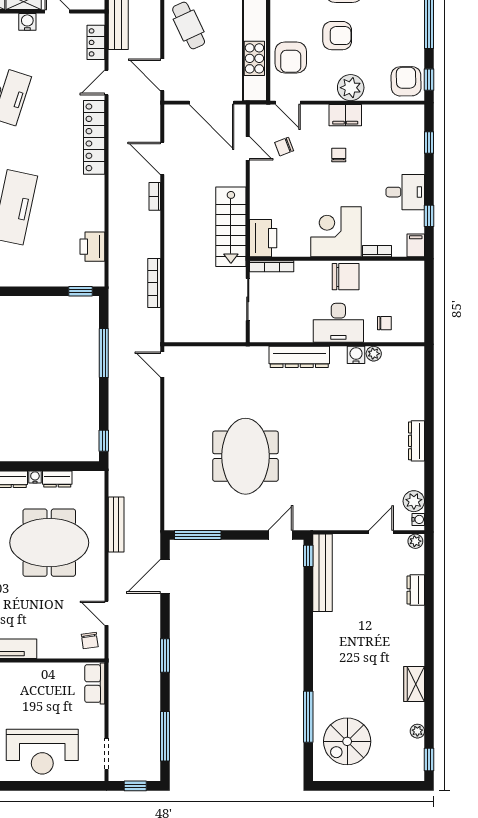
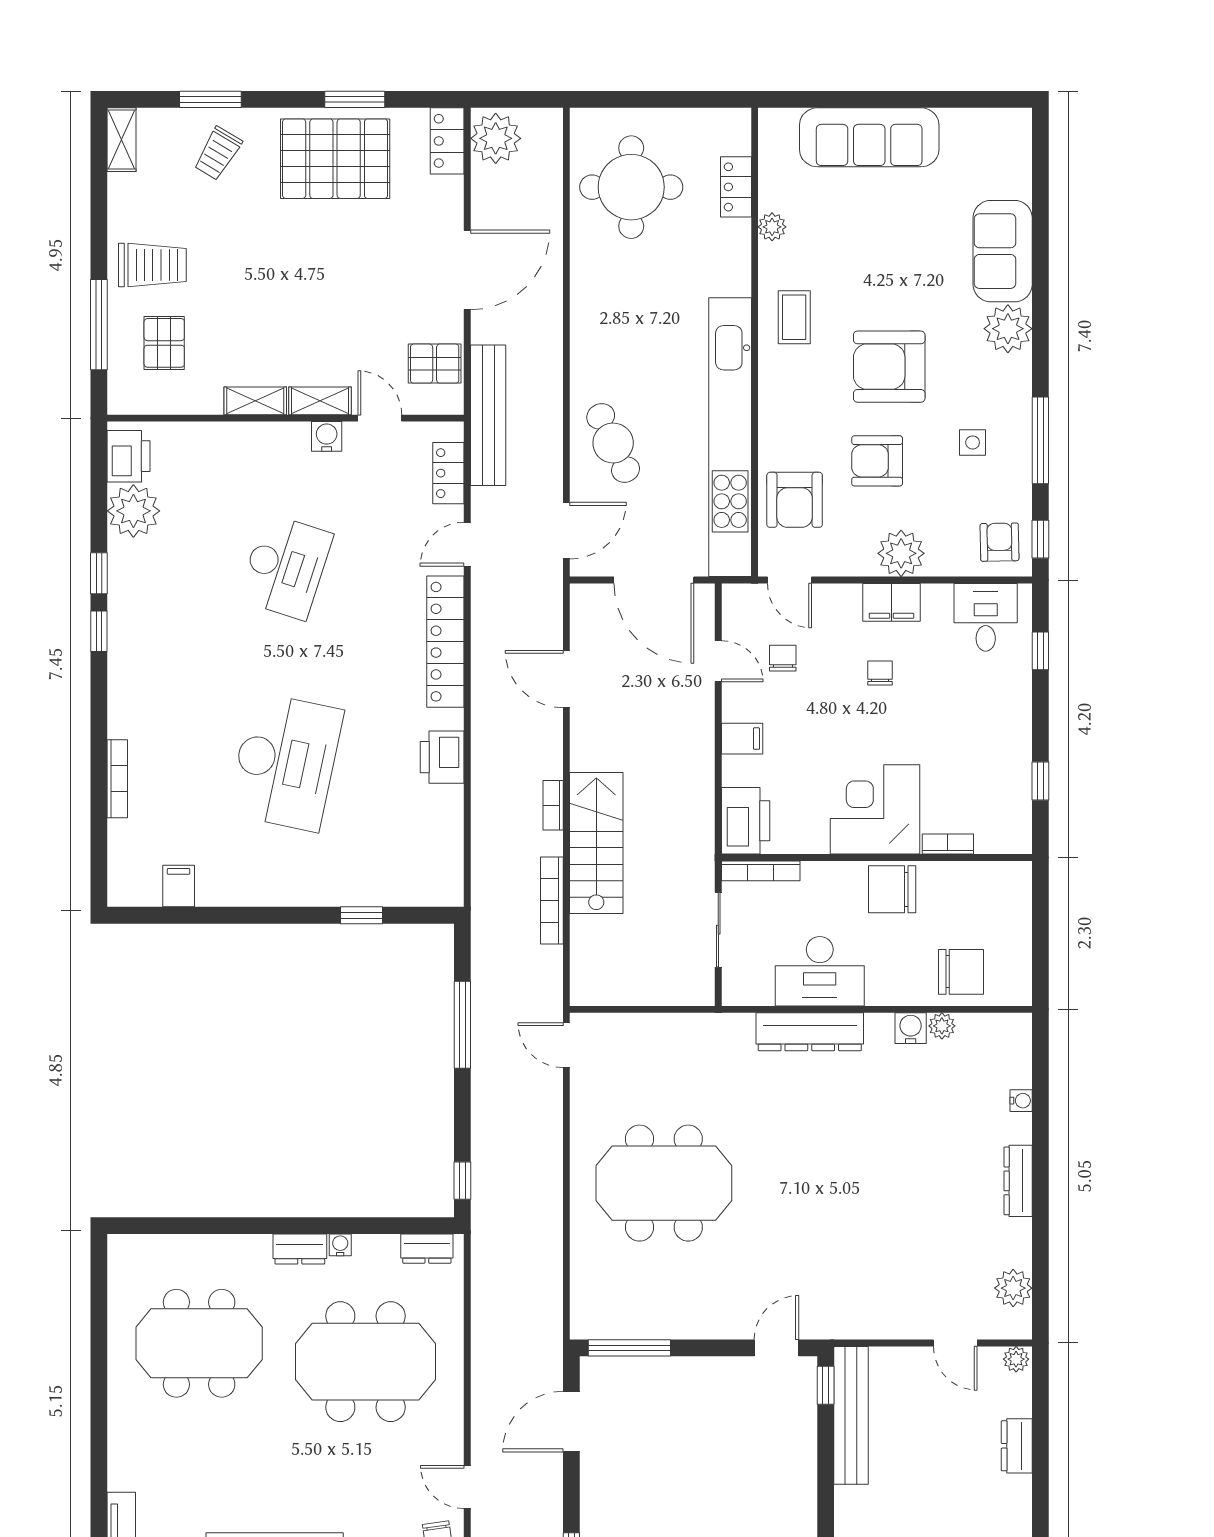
side table: (391, 25) -> (973, 442), added
armchair: (337, 36) -> (877, 461), turned 180
door: (162, 75) -> (566, 531), swing flipped
armchair: (406, 81) -> (999, 542), width x0.72, depth x0.72
chair: (284, 147) -> (783, 658), turned 111
desk: (405, 192) -> (986, 617), moved, turned -90
bookcase: (155, 196) -> (553, 805), moved
stairs: (231, 227) -> (596, 843), moved, turned 180
filing cabinet: (416, 245) -> (742, 739), moved, turned 90
printer: (92, 247) -> (442, 757), moved
chair: (346, 277) -> (892, 889), turned 180
window: (81, 291) -> (362, 915), moved
desk: (338, 323) -> (820, 971), moved
chair: (384, 323) -> (961, 972), width x1.87, depth x1.87
meeting table: (246, 456) -> (664, 1183), moved, turned 90
dresser: (57, 479) -> (427, 1249), moved
water cooler: (418, 519) -> (1021, 1101), moved
bench: (116, 525) -> (484, 1330), removed
door: (381, 532) -> (955, 1343), swing flipped

